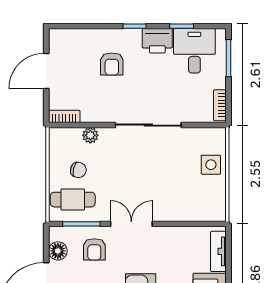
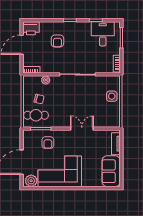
printer: (157, 41) -> (31, 28), moved
double door: (131, 224) -> (82, 129), moved
floor lamp: (58, 251) -> (28, 143), removed

